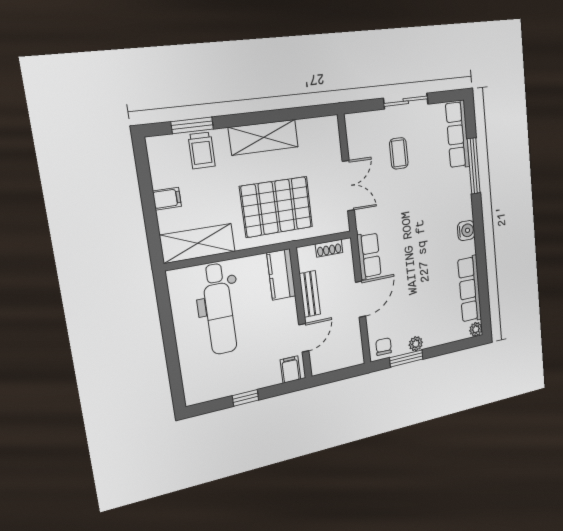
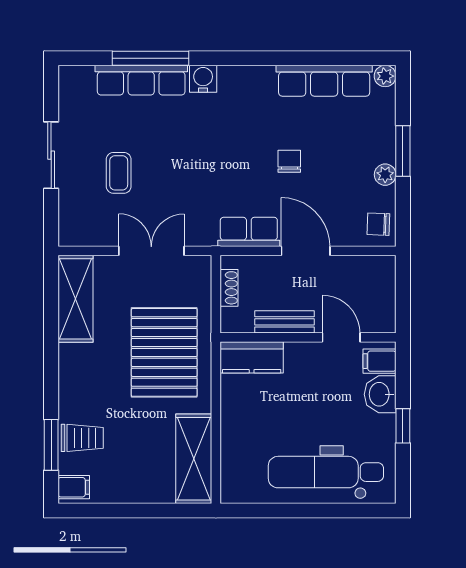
row of seats: (458, 135) -> (141, 80), moved
shelving: (264, 137) -> (76, 299), moved
coffee table: (399, 153) -> (119, 173), turned 90
filing cabinet: (167, 199) -> (74, 487), moved, turned 90
water cooler: (466, 231) -> (203, 79), moved
chair: (418, 275) -> (289, 161), added
dental chair: (219, 309) -> (326, 472), moved, turned 180
window: (406, 358) -> (403, 151), moved
washbasin: (267, 376) -> (380, 394), added

